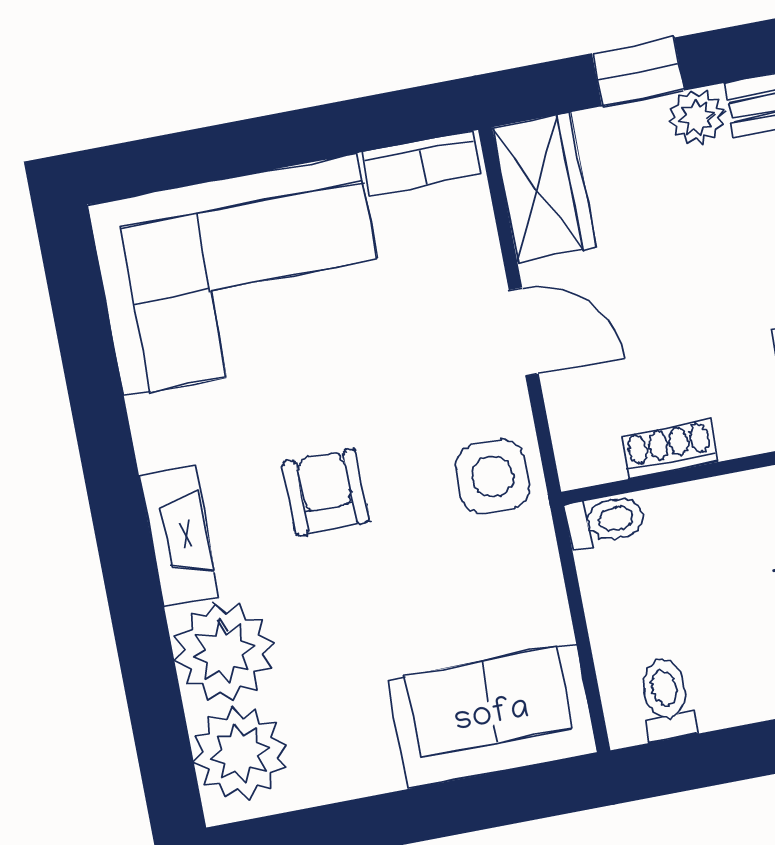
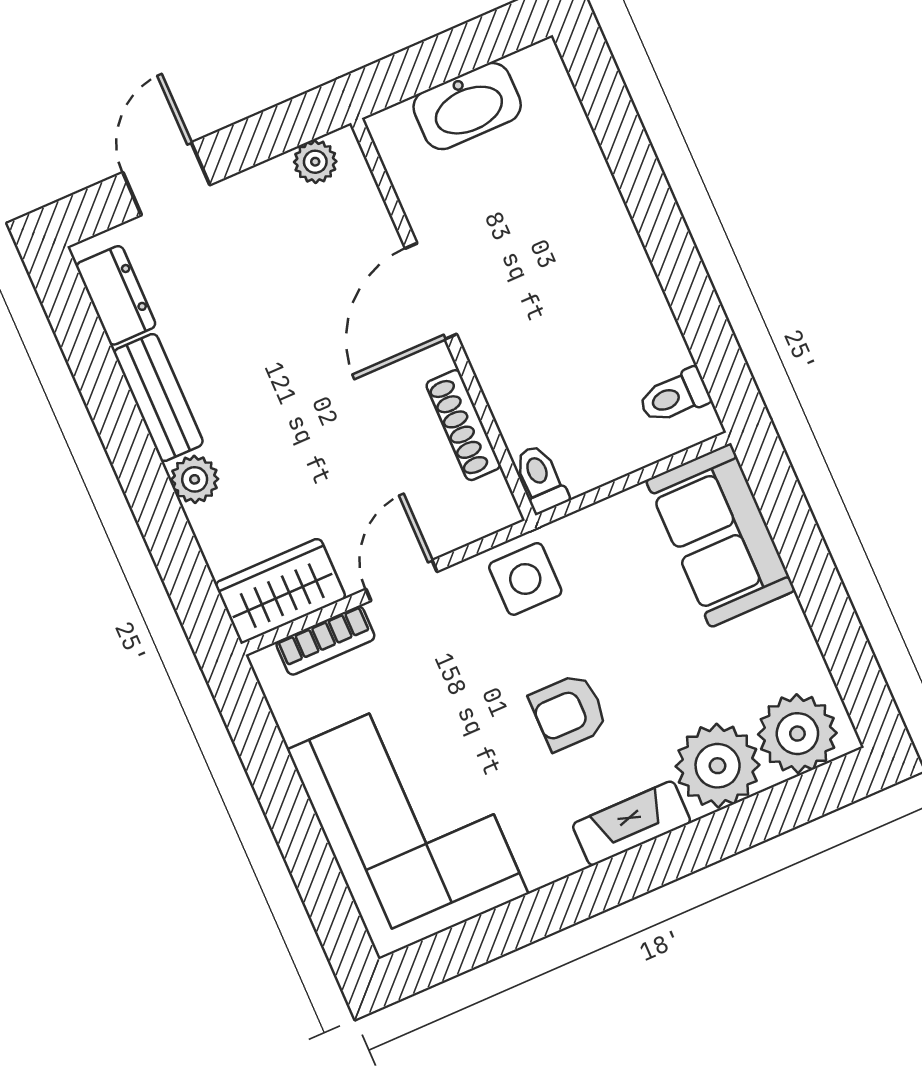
window: (638, 72) -> (169, 535), removed
bookcase: (422, 164) -> (325, 640), moved, turned 90
shoe rack: (670, 449) -> (463, 425), width x1.43

